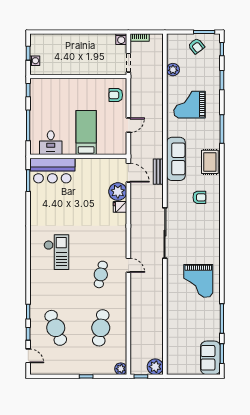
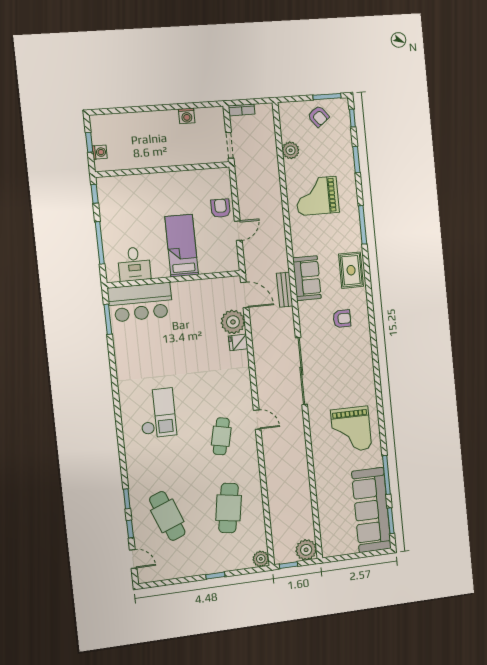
washing machine: (121, 39) -> (187, 116), moved
armchair: (116, 95) -> (221, 208), moved, turned 90
sofa: (176, 159) -> (307, 278), width x0.73
sofa: (210, 358) -> (371, 510), width x1.85, depth x1.27

